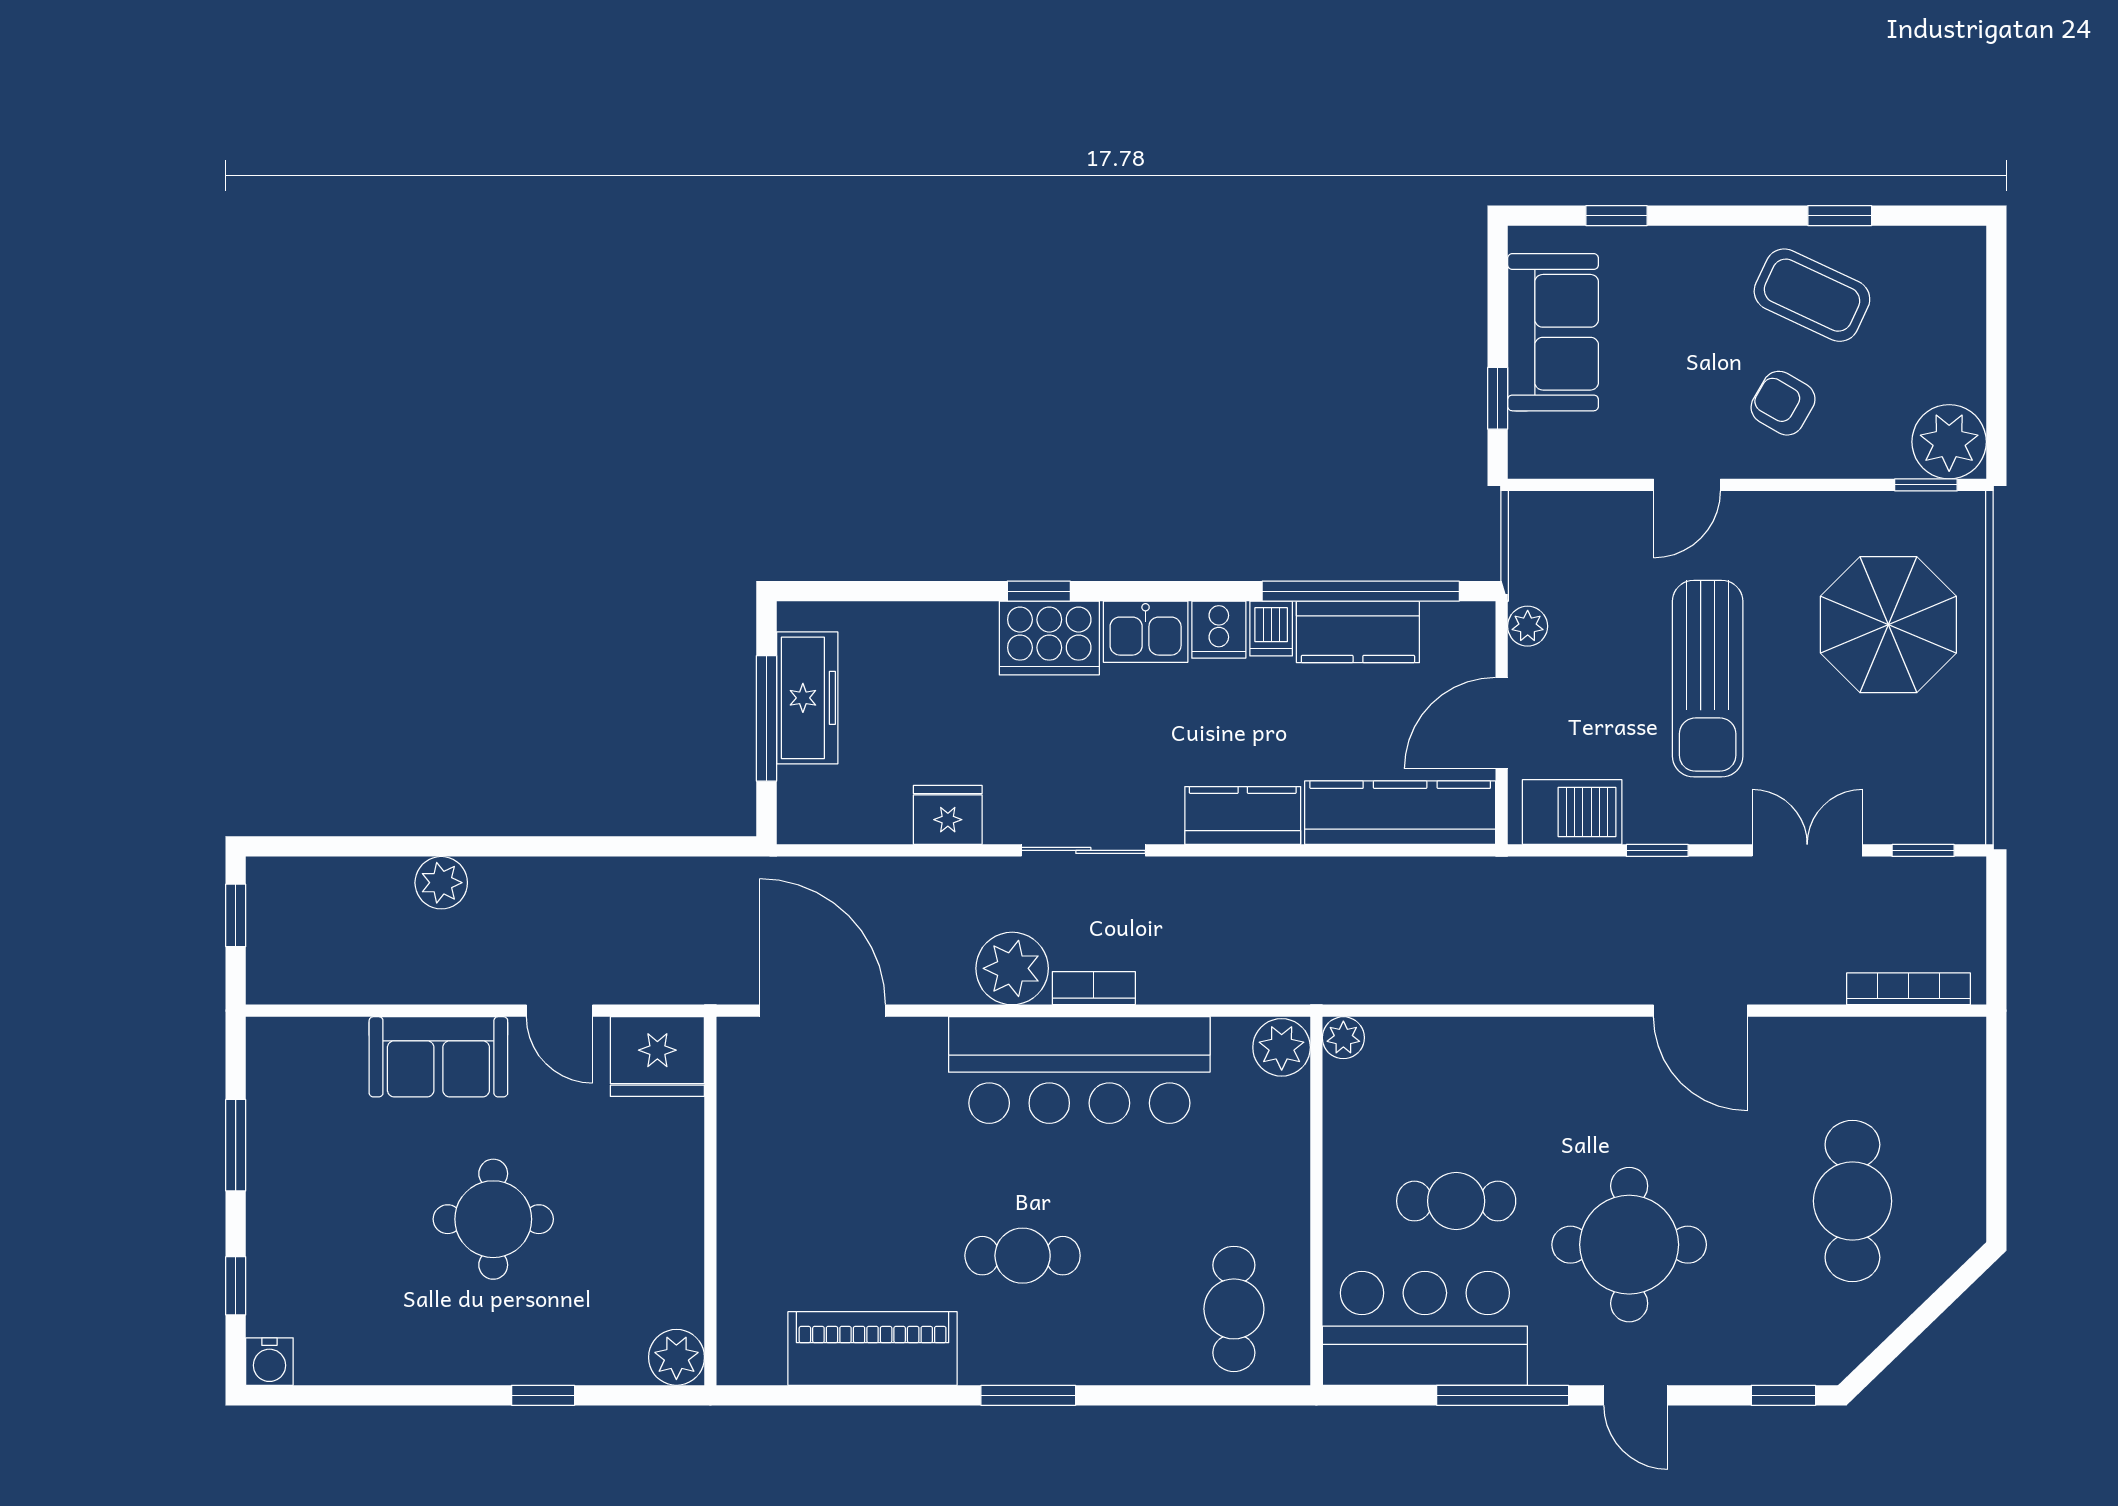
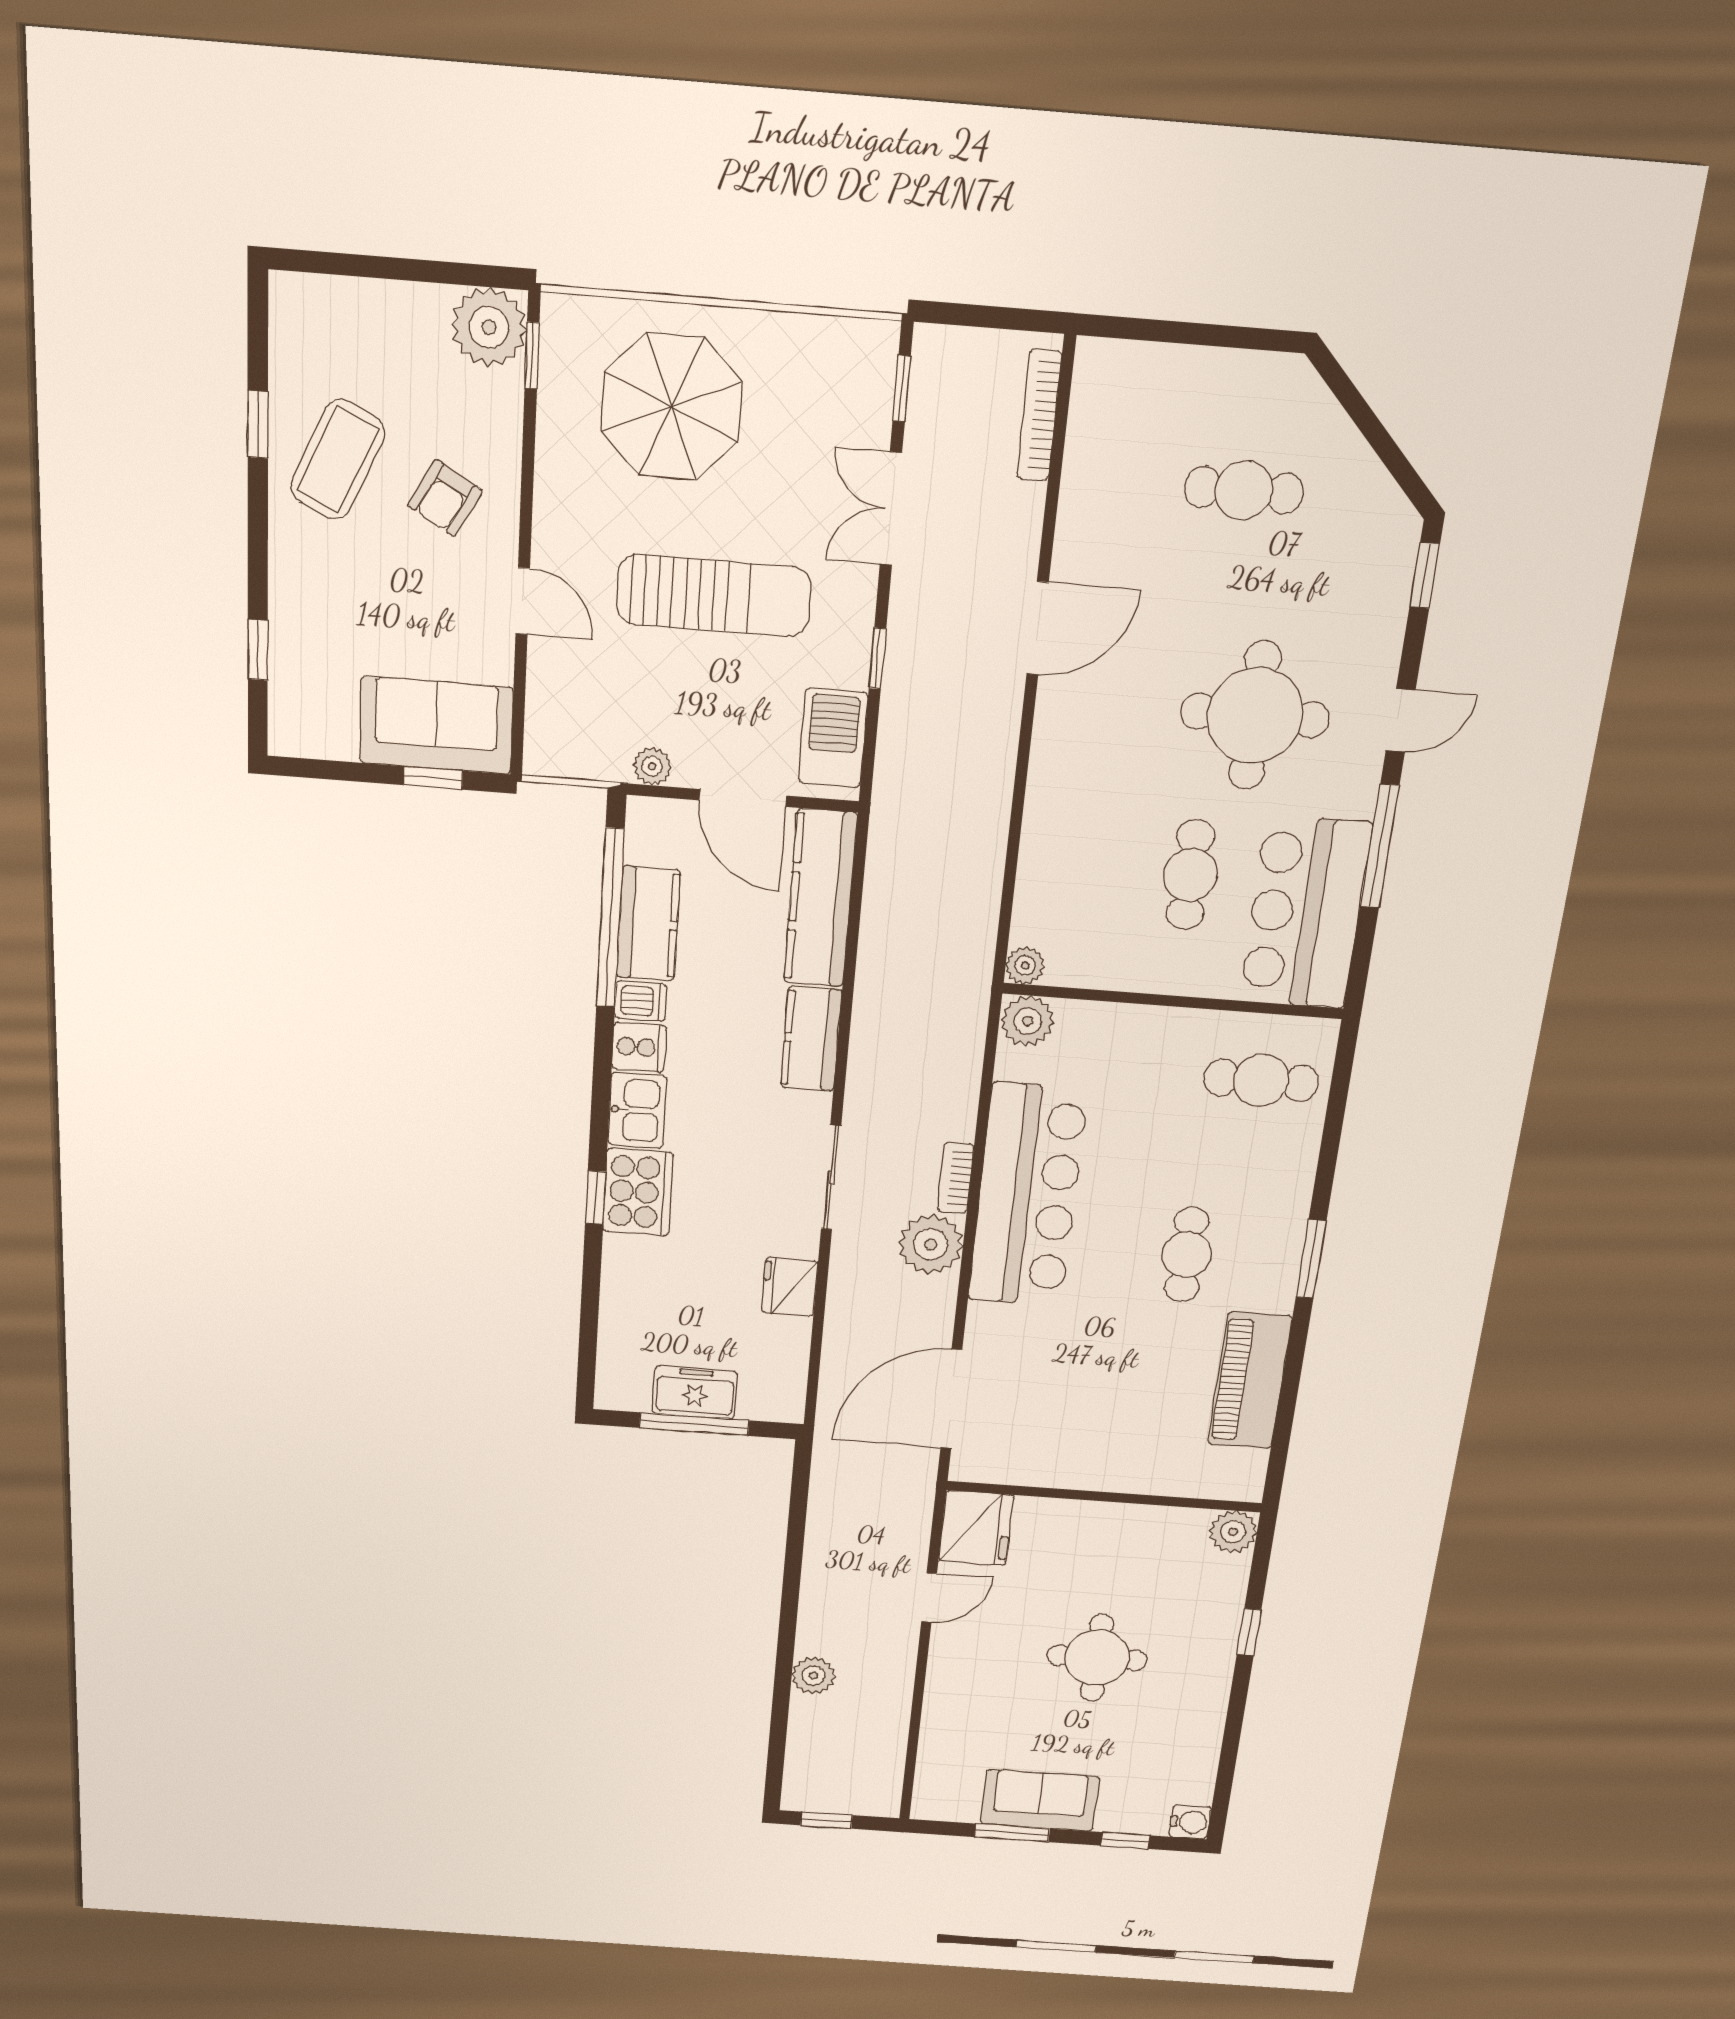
sofa: (1553, 332) -> (436, 725), moved
freezer: (807, 698) -> (695, 1392), width x0.71
sofa: (438, 1057) -> (1040, 1800), moved, turned -90
cafe table: (1852, 1201) -> (1244, 490), width x0.73, depth x0.74

